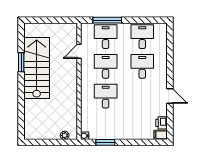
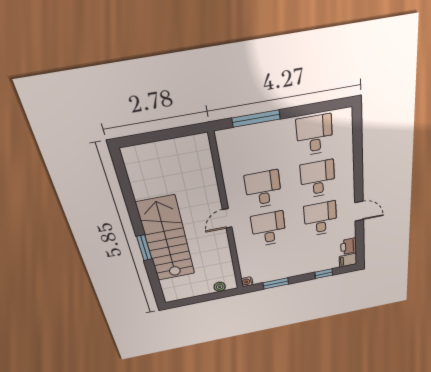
desk: (106, 37) -> (321, 219), moved
door: (79, 51) -> (227, 218), moved
window: (21, 62) -> (144, 248), moved
stairs: (37, 68) -> (166, 239), moved
window: (142, 142) -> (324, 274), added

